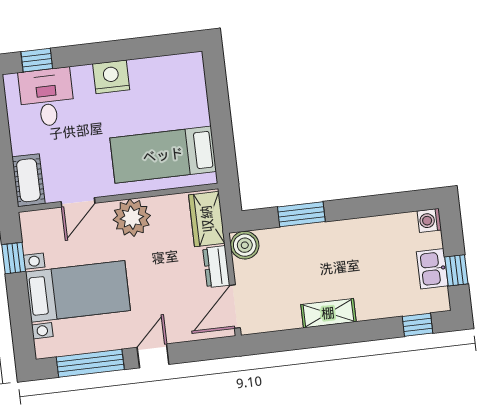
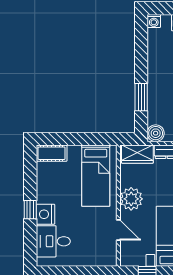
window: (37, 60) -> (30, 210), moved
nightstand: (111, 77) -> (45, 214), moved
cot: (28, 180) -> (52, 153), moved

